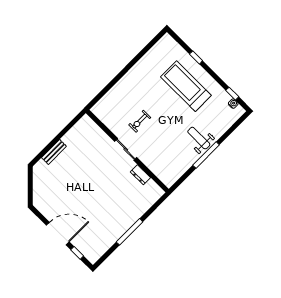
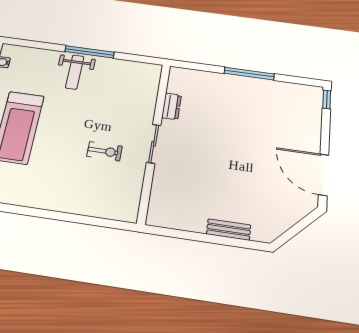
door: (58, 234) -> (324, 175), moved
window: (77, 253) -> (327, 99), moved

